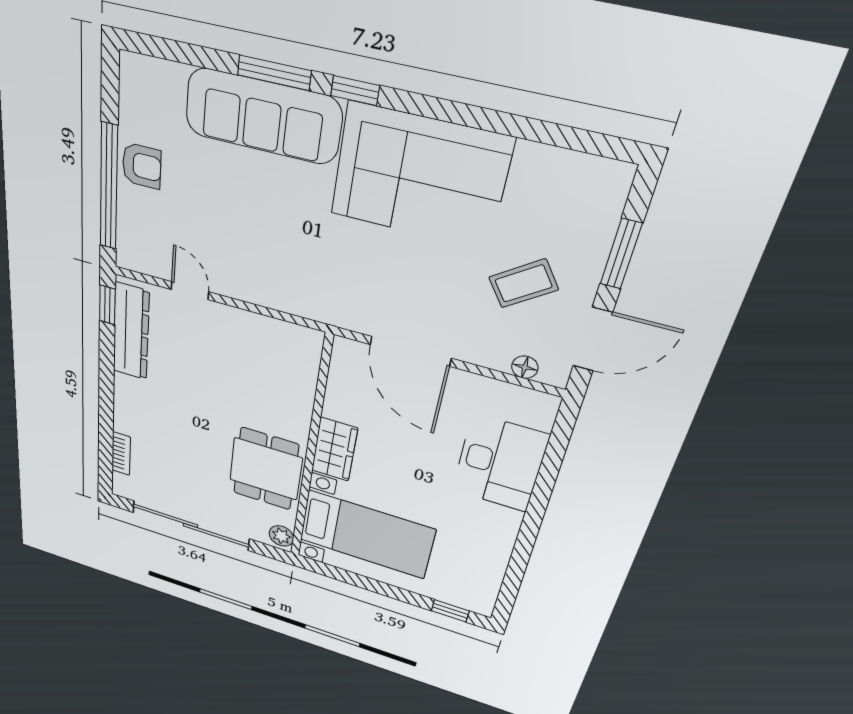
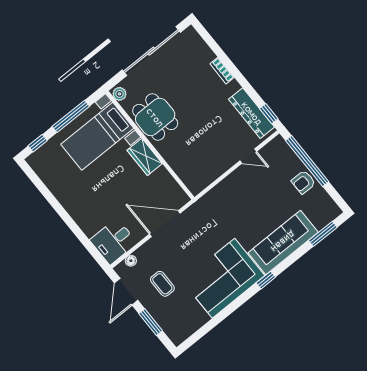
window: (274, 73) -> (323, 234), moved
coffee table: (523, 283) -> (162, 284), turned -55
bookcase: (121, 454) -> (222, 71), moved
desk: (500, 463) -> (114, 241), moved, width x0.73
window: (371, 585) -> (71, 116), added

